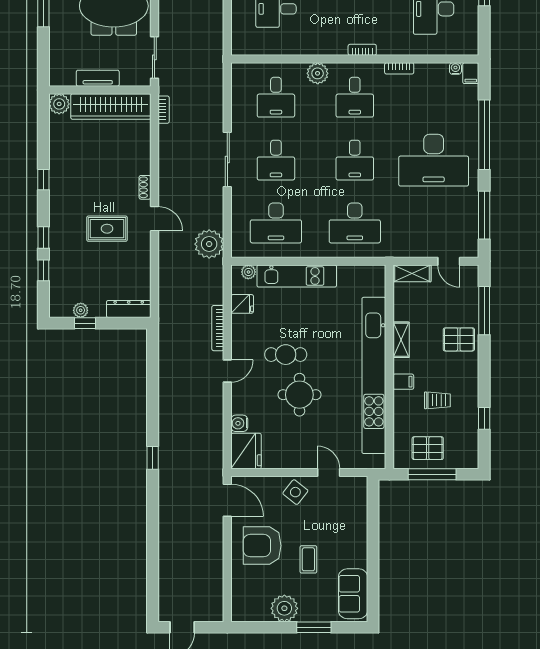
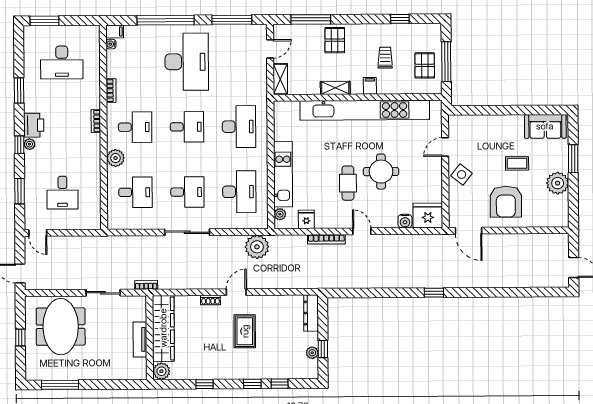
tv unit: (98, 78) -> (140, 339), moved
wall: (100, 90) -> (150, 338), moved
plant: (59, 104) -> (161, 371), moved
wardrobe: (111, 107) -> (163, 328), moved
door: (227, 500) -> (469, 231), swing flipped

